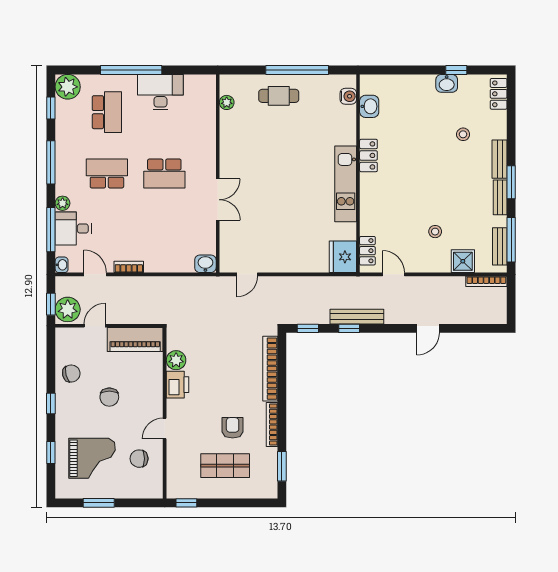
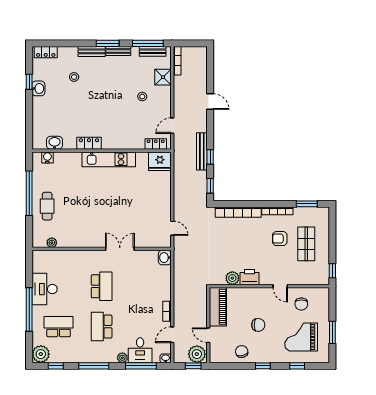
grand piano: (92, 458) -> (301, 337), turned -90

